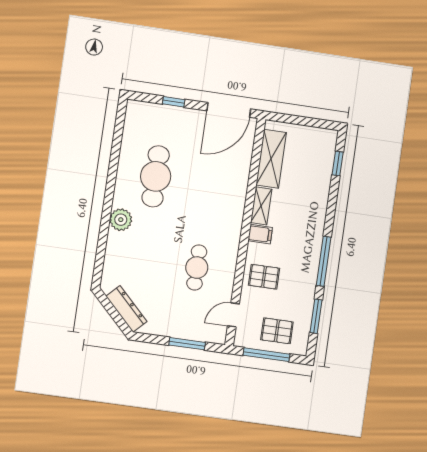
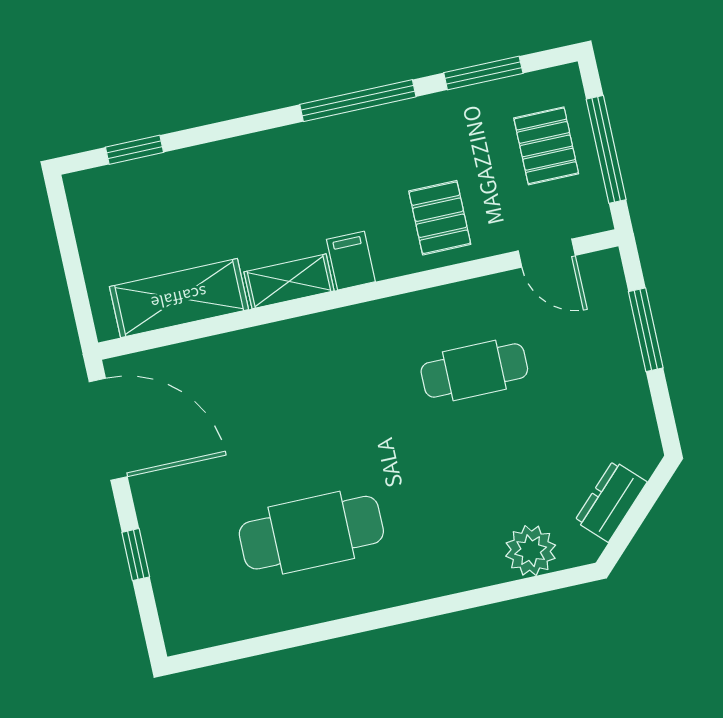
plant: (121, 220) -> (531, 551), moved
dresser: (126, 309) -> (611, 501), width x0.70

